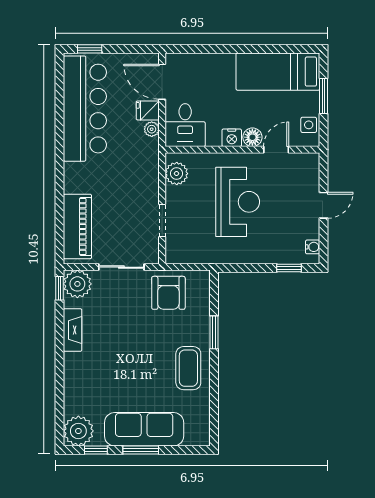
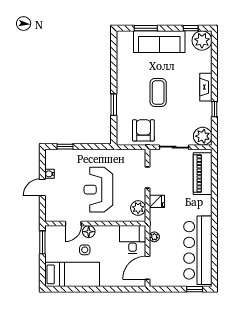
door: (162, 82) -> (147, 268), swing flipped
window: (324, 96) -> (42, 242), moved
fridge: (148, 110) -> (157, 201), moved
side table: (309, 125) -> (85, 250), moved
nightstand: (232, 138) -> (102, 231), removed
water cooler: (313, 247) -> (50, 174), moved
window: (59, 288) -> (214, 109), moved
fireplace: (73, 330) -> (206, 87), moved
coffee table: (188, 368) -> (158, 92), moved
window: (141, 450) -> (146, 28), moved

